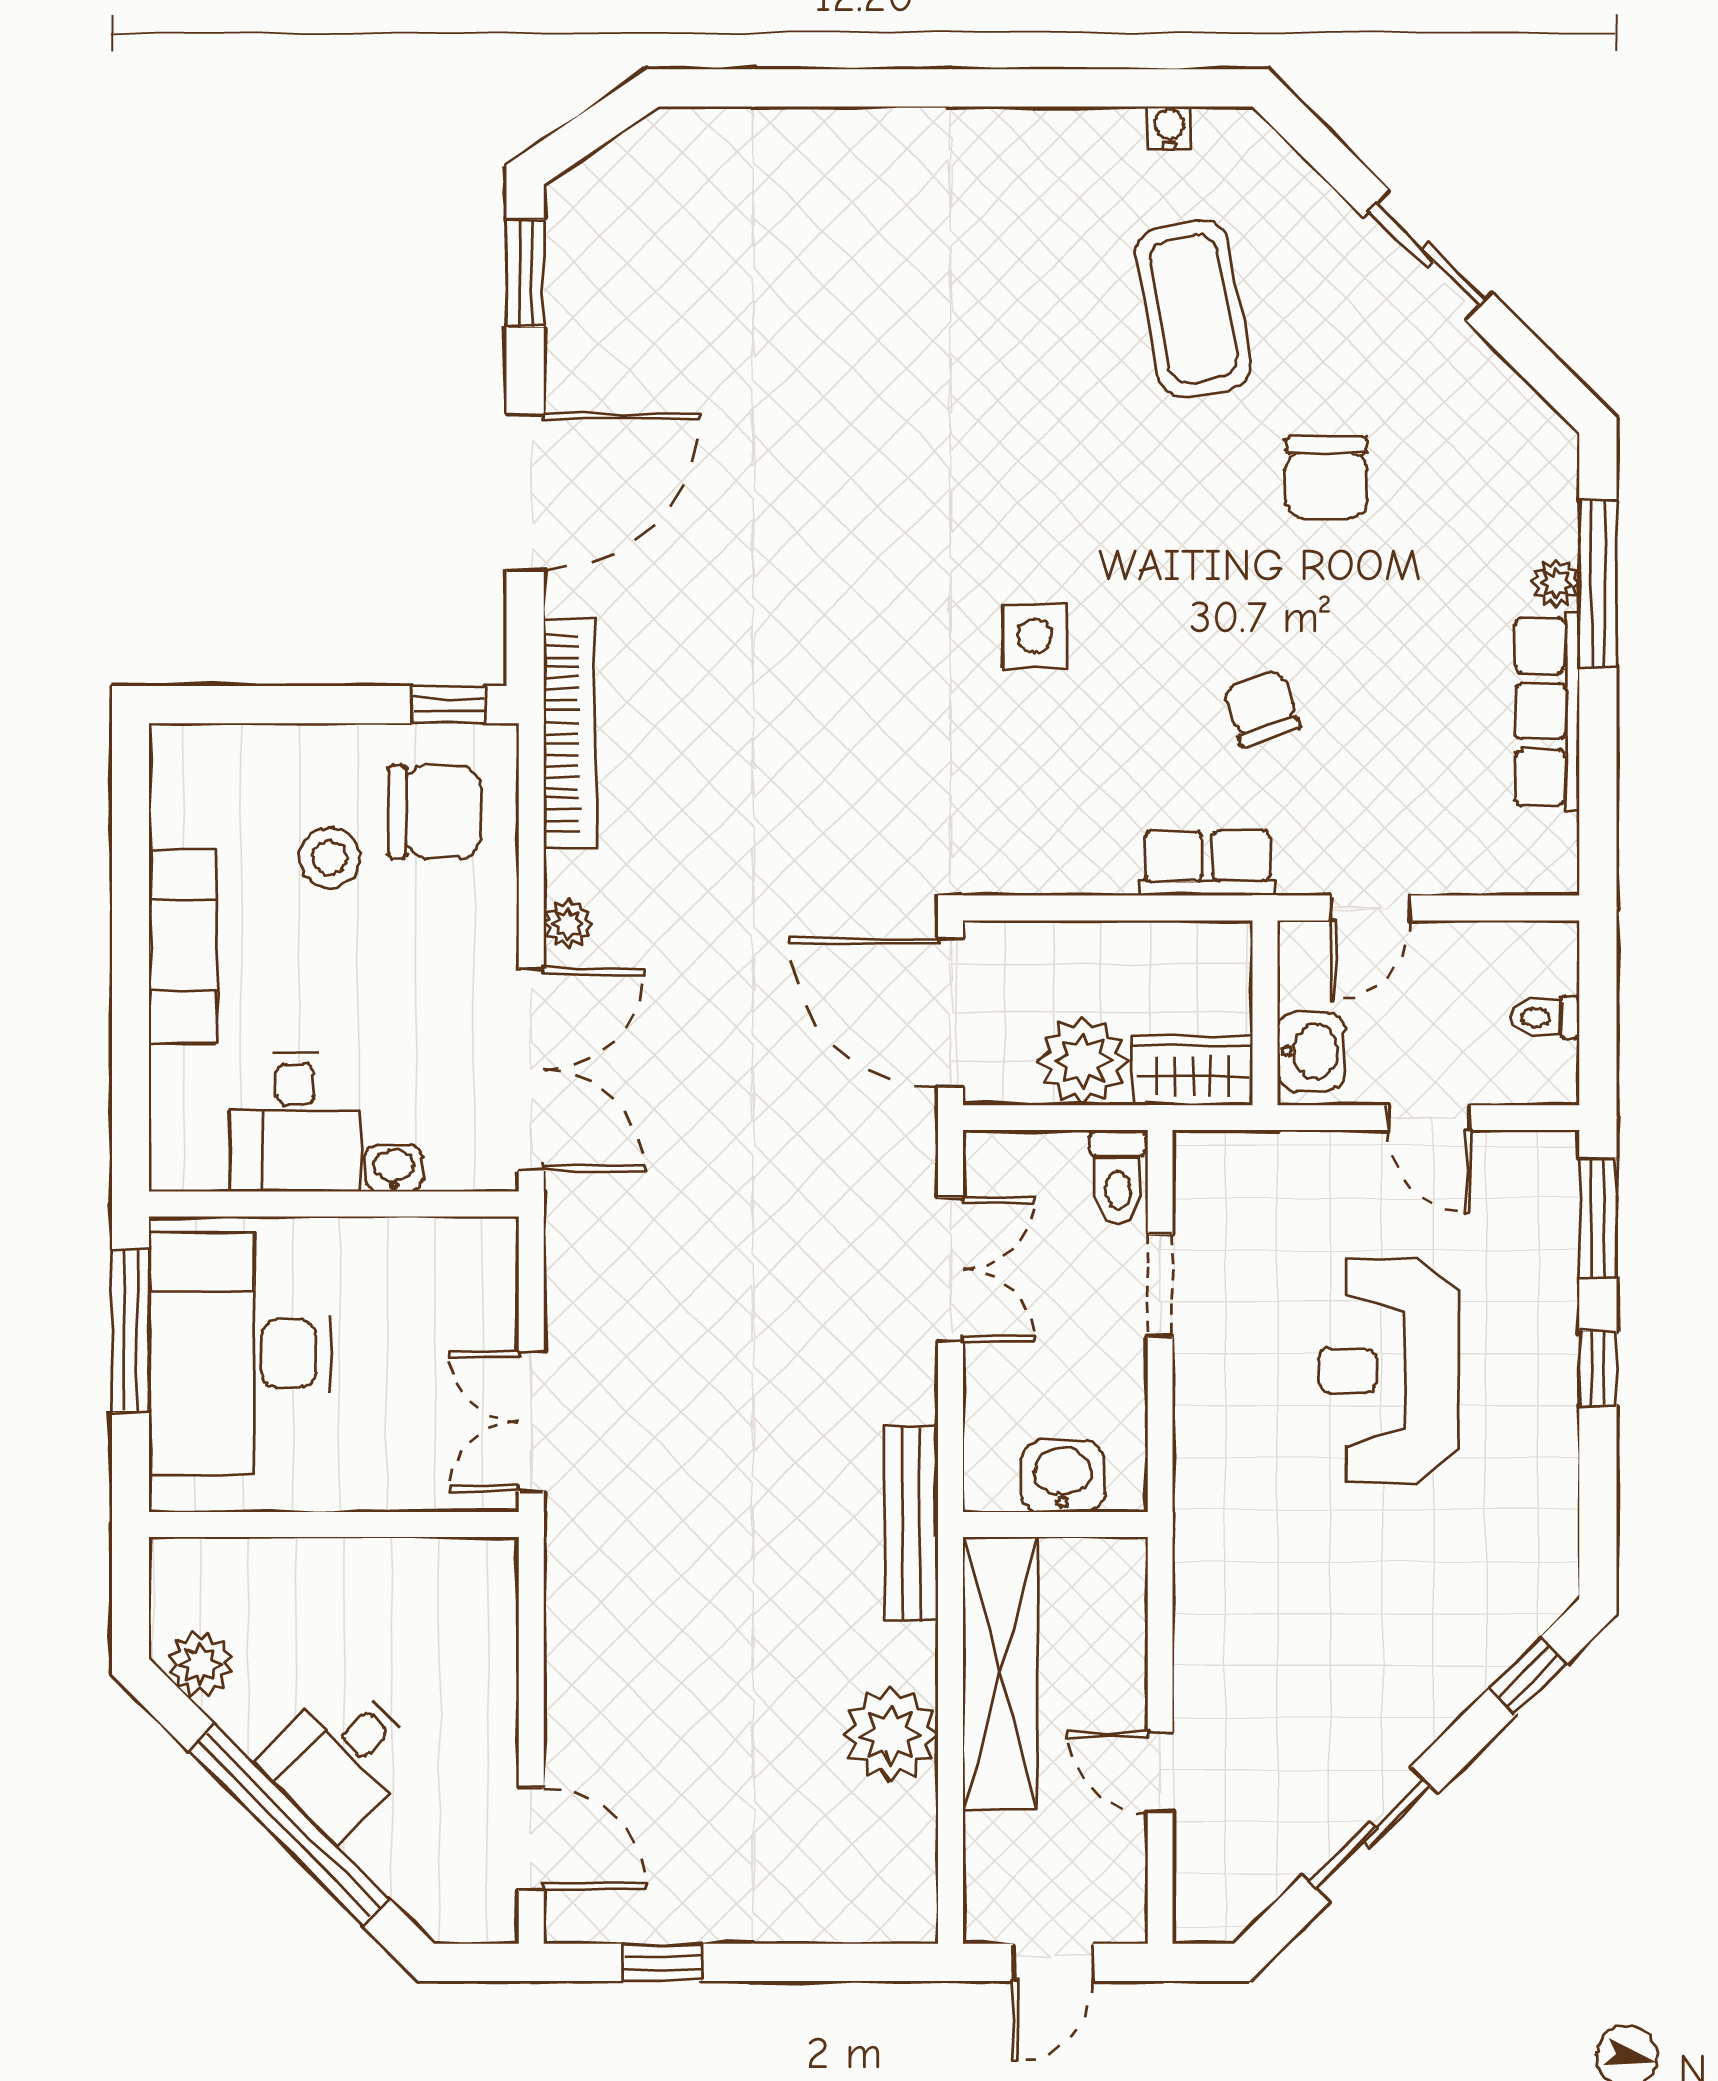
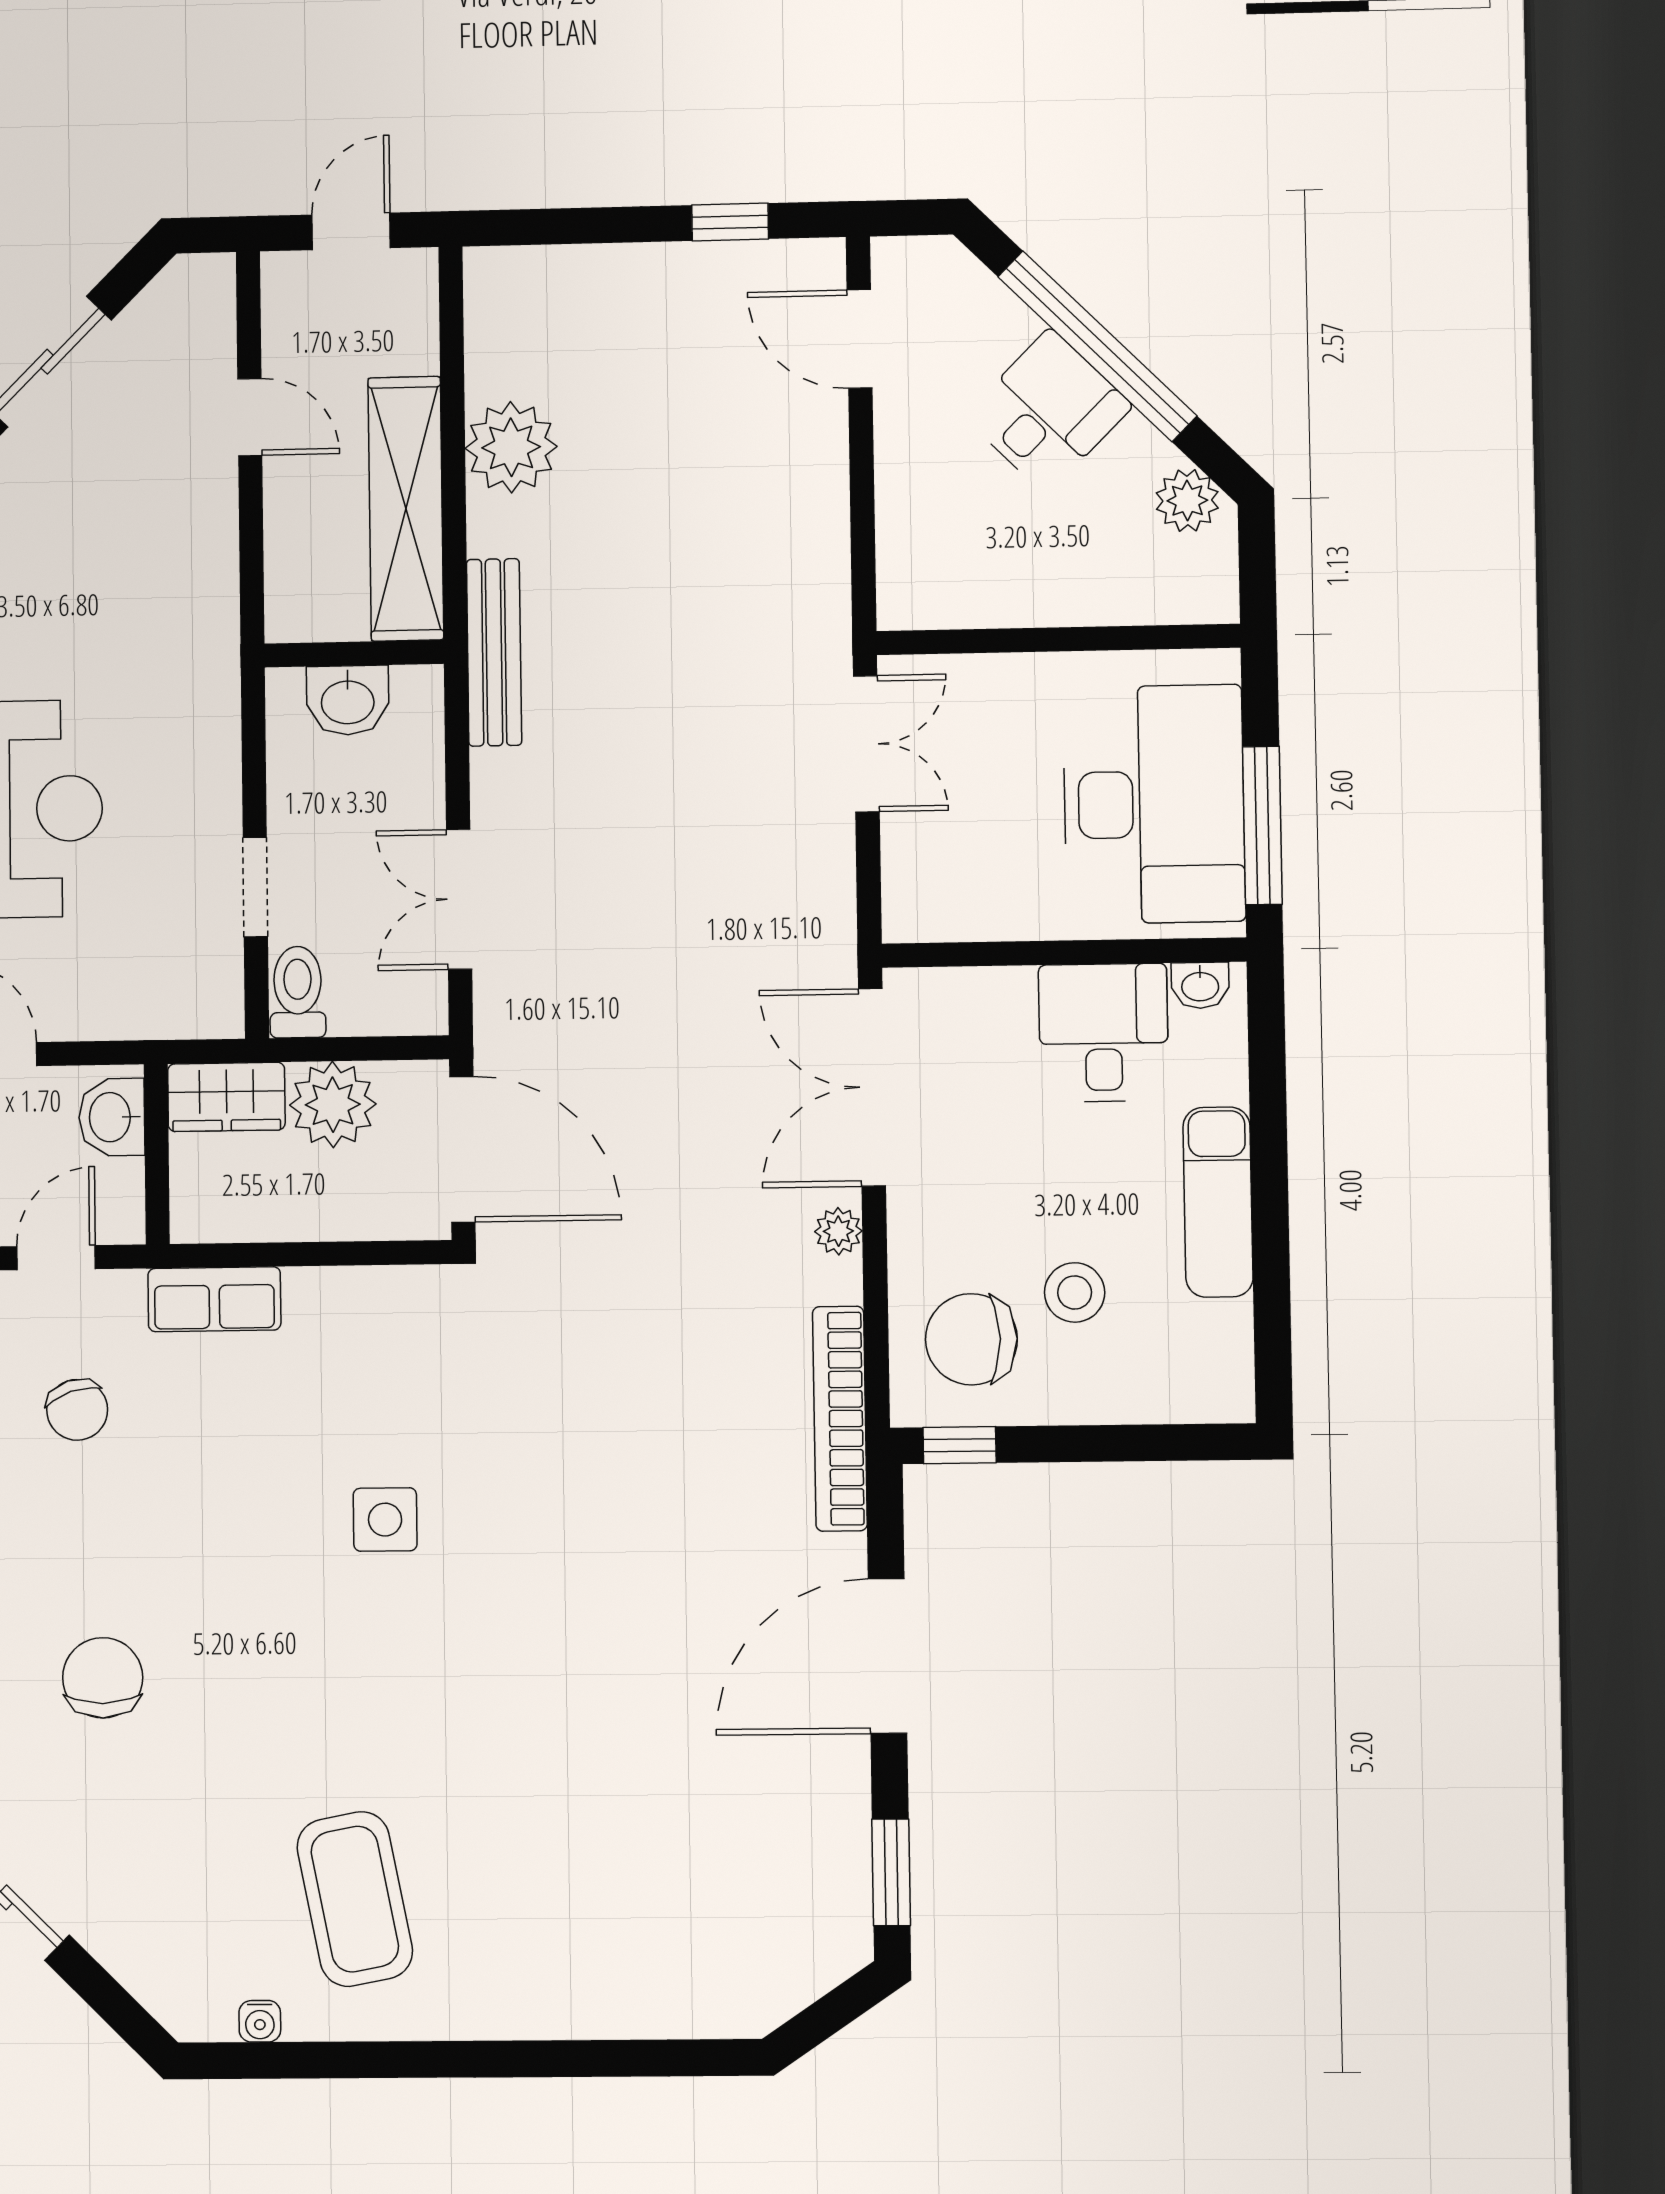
coffee table: (1193, 309) -> (355, 1899), moved
chair: (1261, 708) -> (77, 1410), moved
washbasin: (394, 1168) -> (1200, 985), moved

